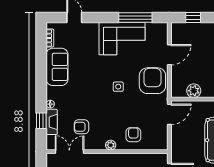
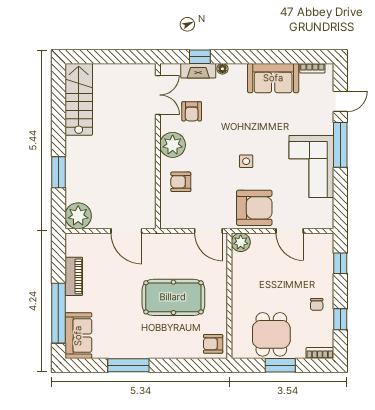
window: (135, 17) -> (340, 145), moved
plant: (194, 91) -> (241, 242), moved
armchair: (82, 127) -> (192, 111), turned 180
armchair: (133, 135) -> (181, 182), turned 180
plant: (111, 145) -> (173, 145), width x1.88, depth x1.88

